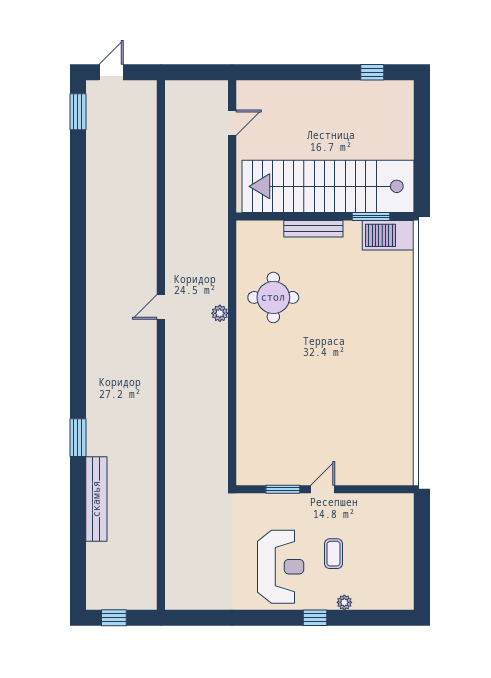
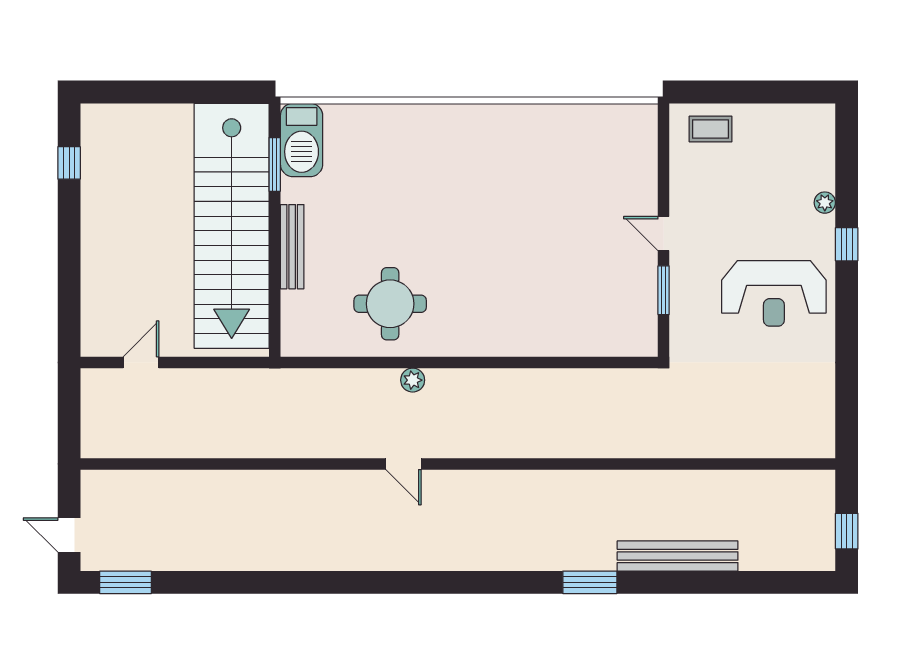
door: (232, 123) -> (141, 362), hinge flipped
coffee table: (333, 554) -> (711, 129), moved
reception desk: (281, 567) -> (774, 293), turned 180

